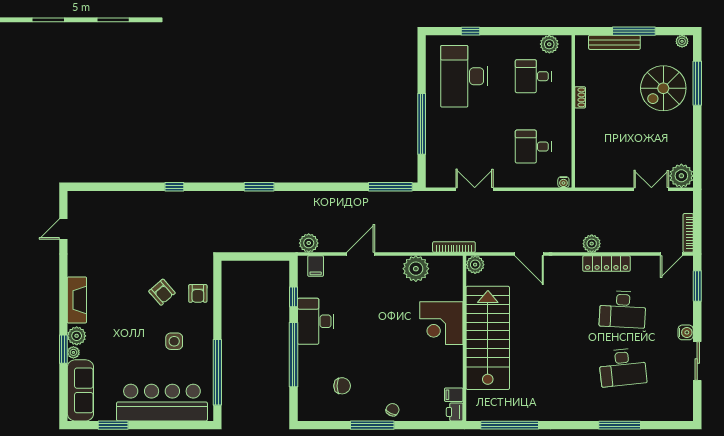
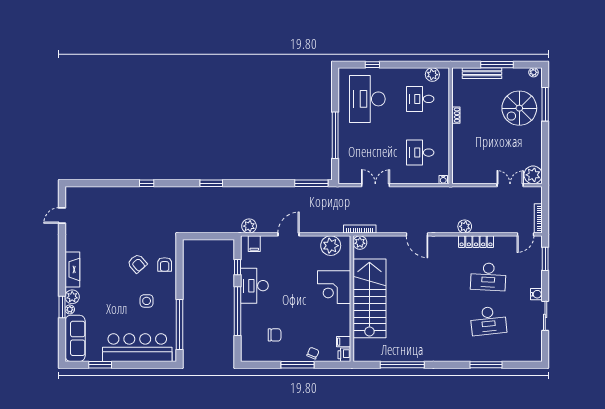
plant: (475, 265) -> (360, 243), moved
corner desk: (441, 323) -> (334, 287), moved
wall: (465, 338) -> (352, 299), moved
stairs: (488, 338) -> (369, 298), moved
filing cabinet: (454, 395) -> (344, 342), moved
printer: (455, 412) -> (344, 355), moved

